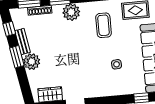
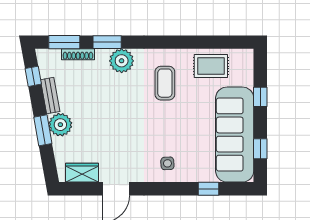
window: (17, 57) -> (43, 130), moved
side table: (117, 64) -> (167, 163), moved

